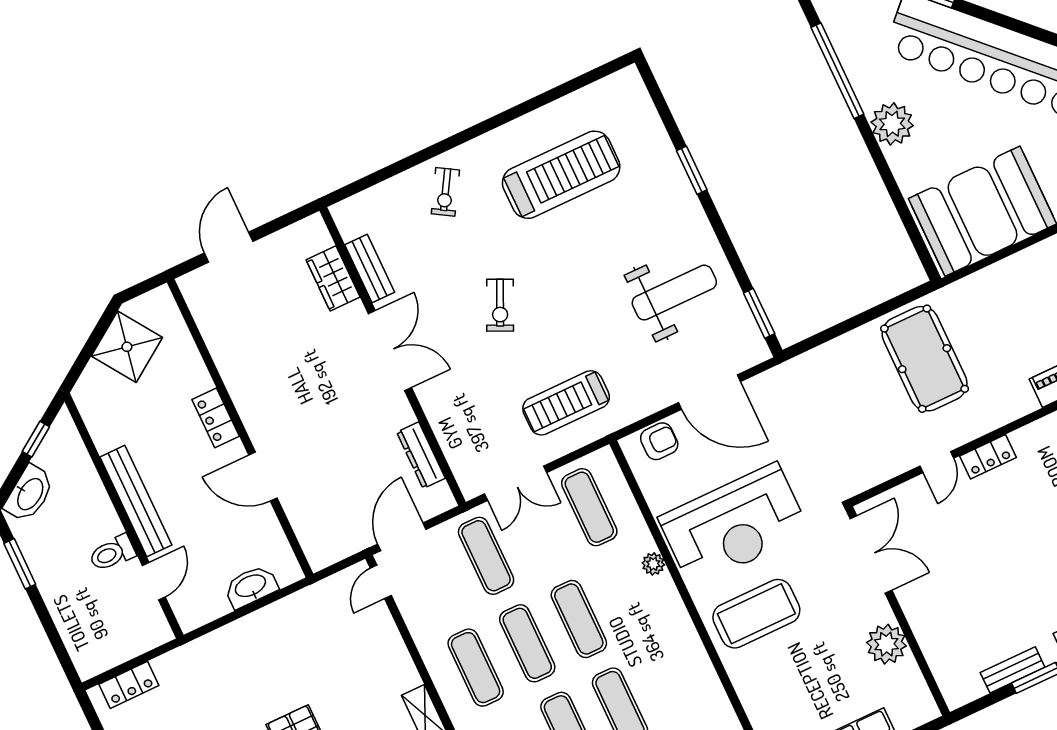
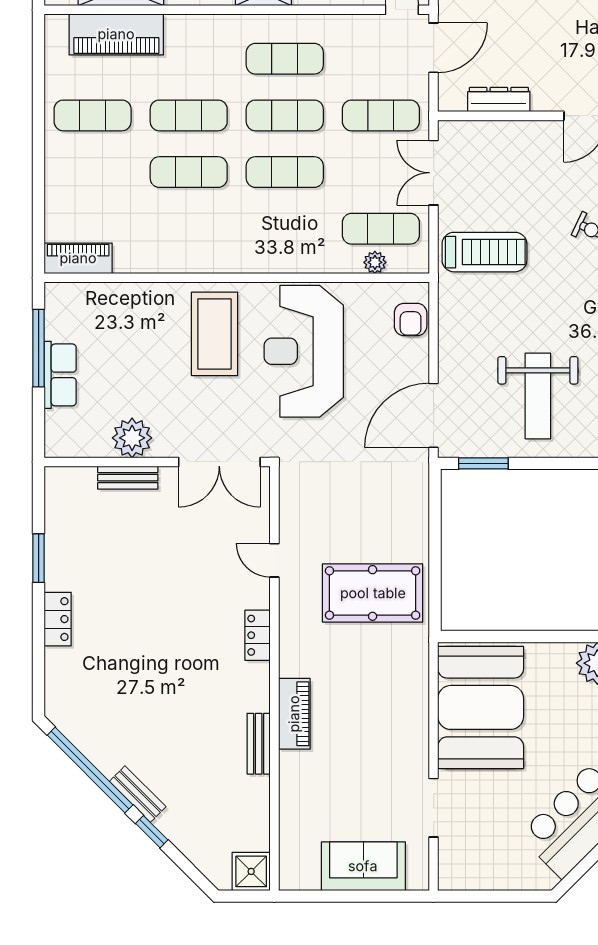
door: (709, 392) -> (434, 415), moved
treadmill: (566, 403) -> (484, 252), turned 90
locker: (988, 457) -> (258, 635), moved
door: (402, 537) -> (434, 48), hinge flipped
plant: (653, 564) -> (375, 262), moved
bench: (1013, 670) -> (128, 478), moved, turned 90

